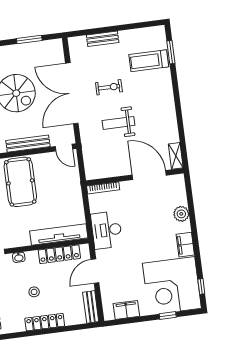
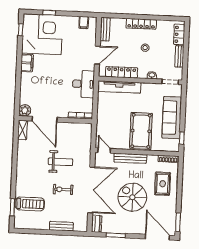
dresser: (57, 50) -> (97, 224), added
plant: (181, 214) -> (25, 110), moved
filing cabinet: (126, 310) -> (84, 22), width x0.50

